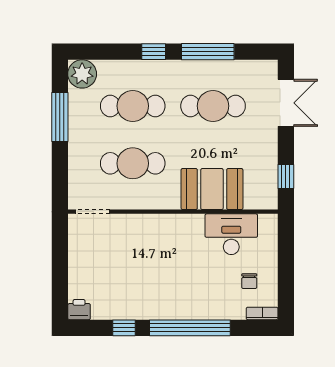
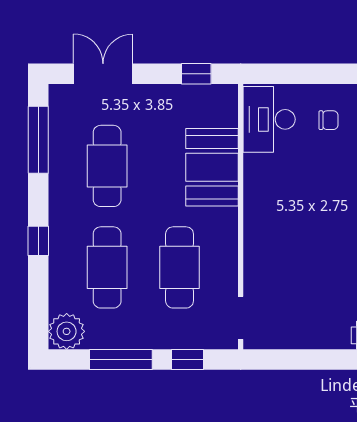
window: (208, 52) -> (38, 140), moved
window: (60, 170) -> (188, 360), added
desk: (231, 234) -> (269, 119), moved

